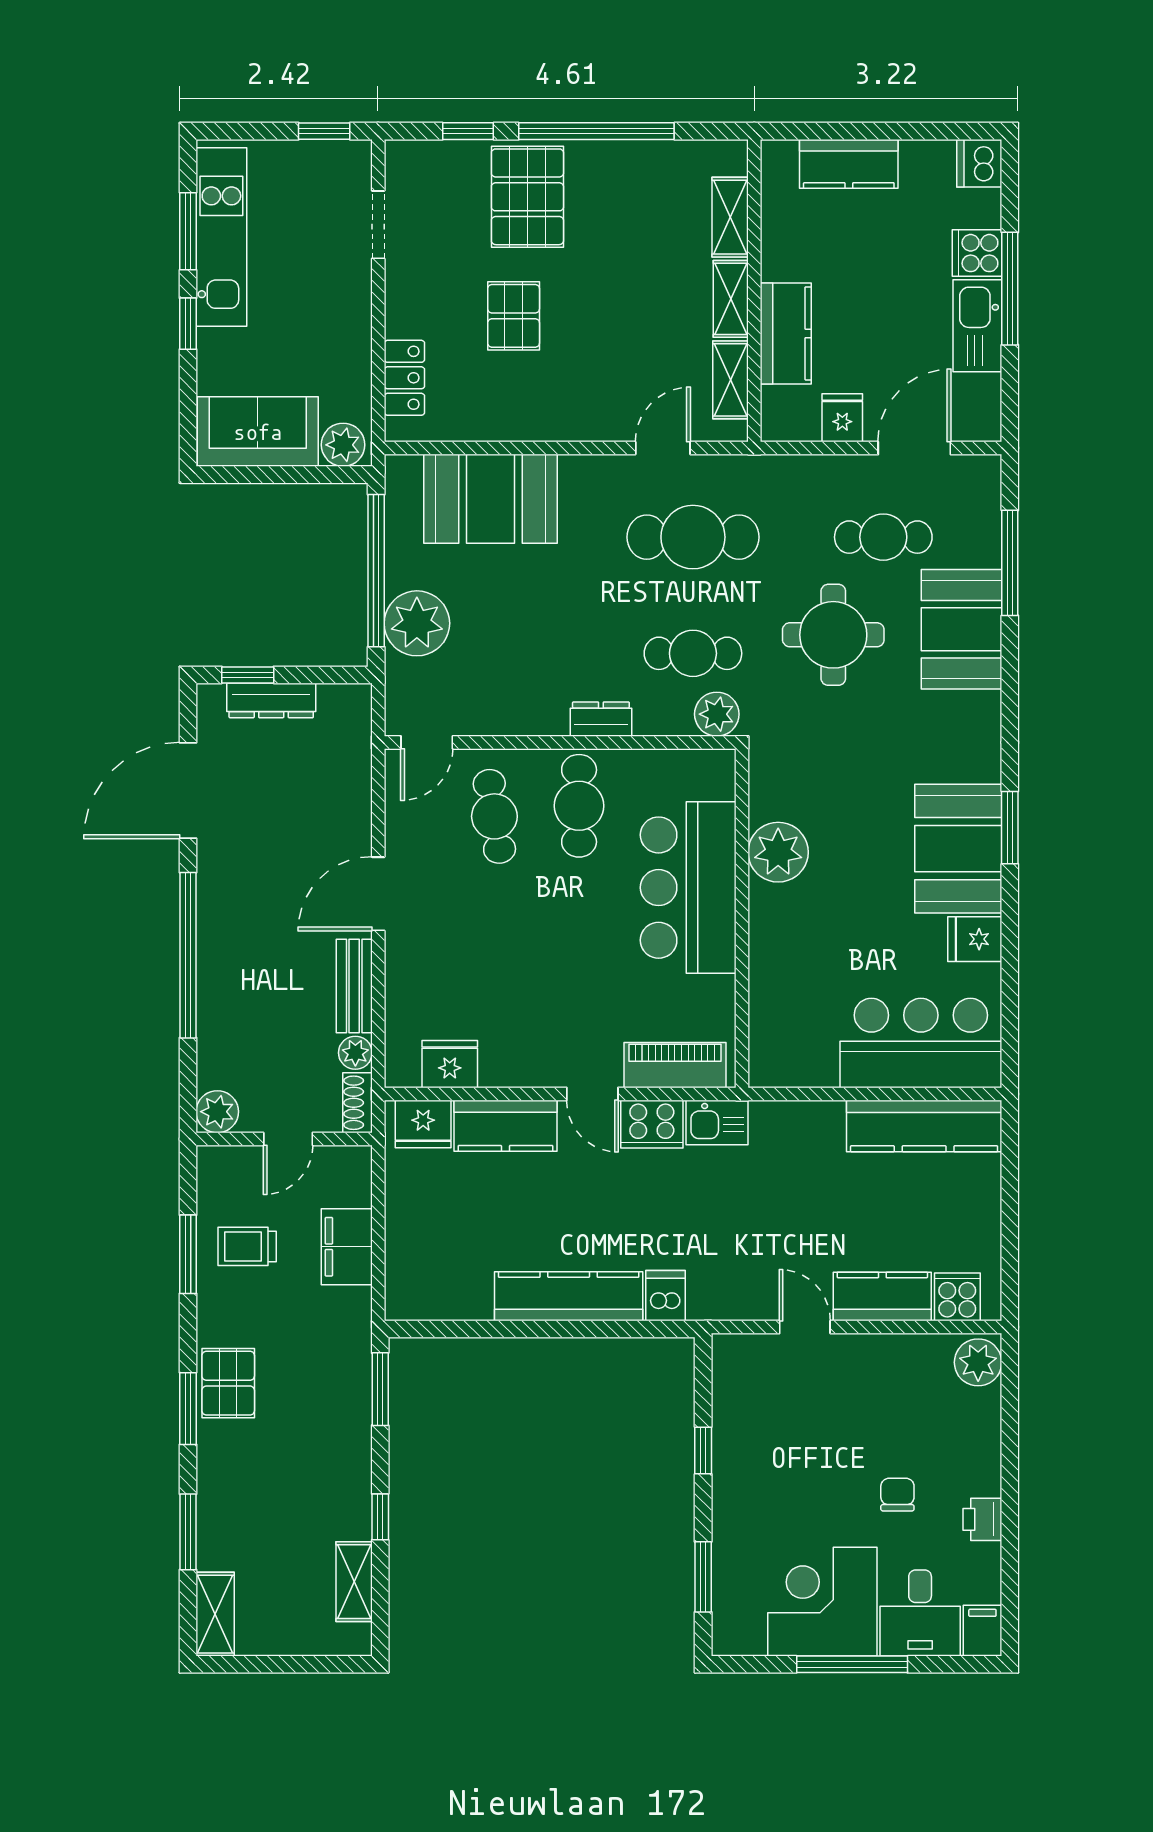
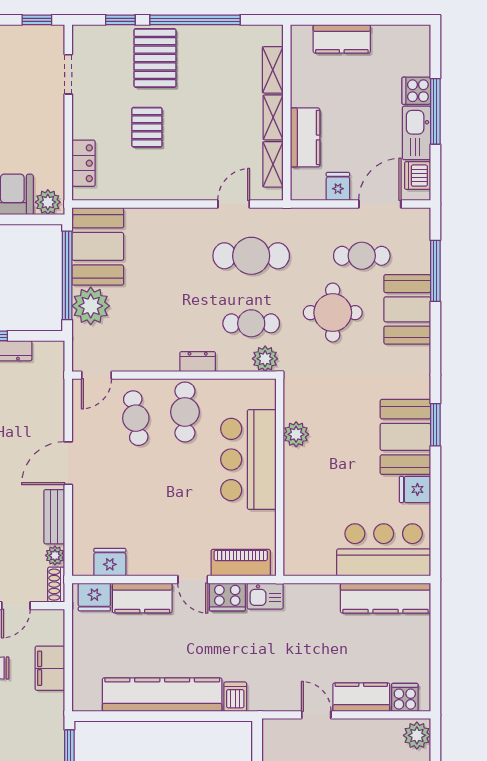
dishwasher: (979, 163) -> (418, 176), moved
booth: (490, 499) -> (98, 246), moved, turned 90
plant: (778, 852) -> (296, 434), width x0.73, depth x0.73
kitchen counter: (569, 1296) -> (162, 695), width x1.39, depth x1.17

